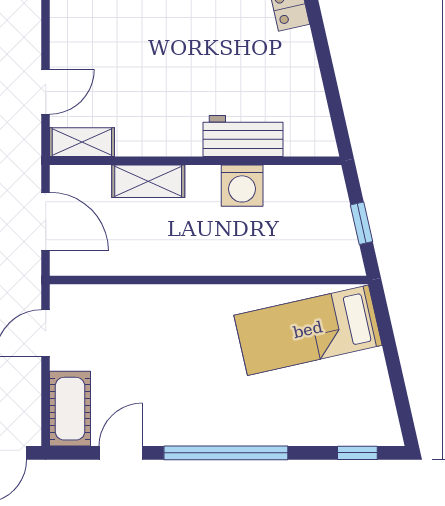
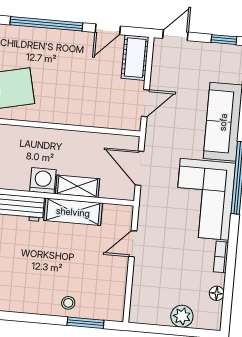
shelving: (82, 142) -> (73, 212), moved, width x1.50, depth x1.33
washing machine: (242, 186) -> (43, 181), moved

